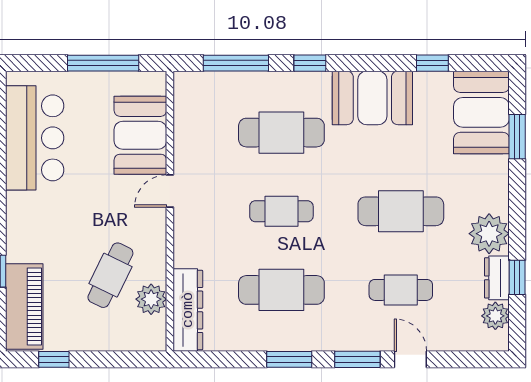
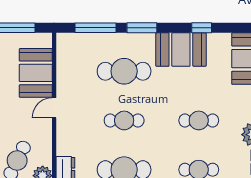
window: (310, 63) -> (142, 28), width x1.50
window: (432, 63) -> (202, 28), moved
cafe table: (401, 211) -> (199, 120), width x0.73, depth x0.74

